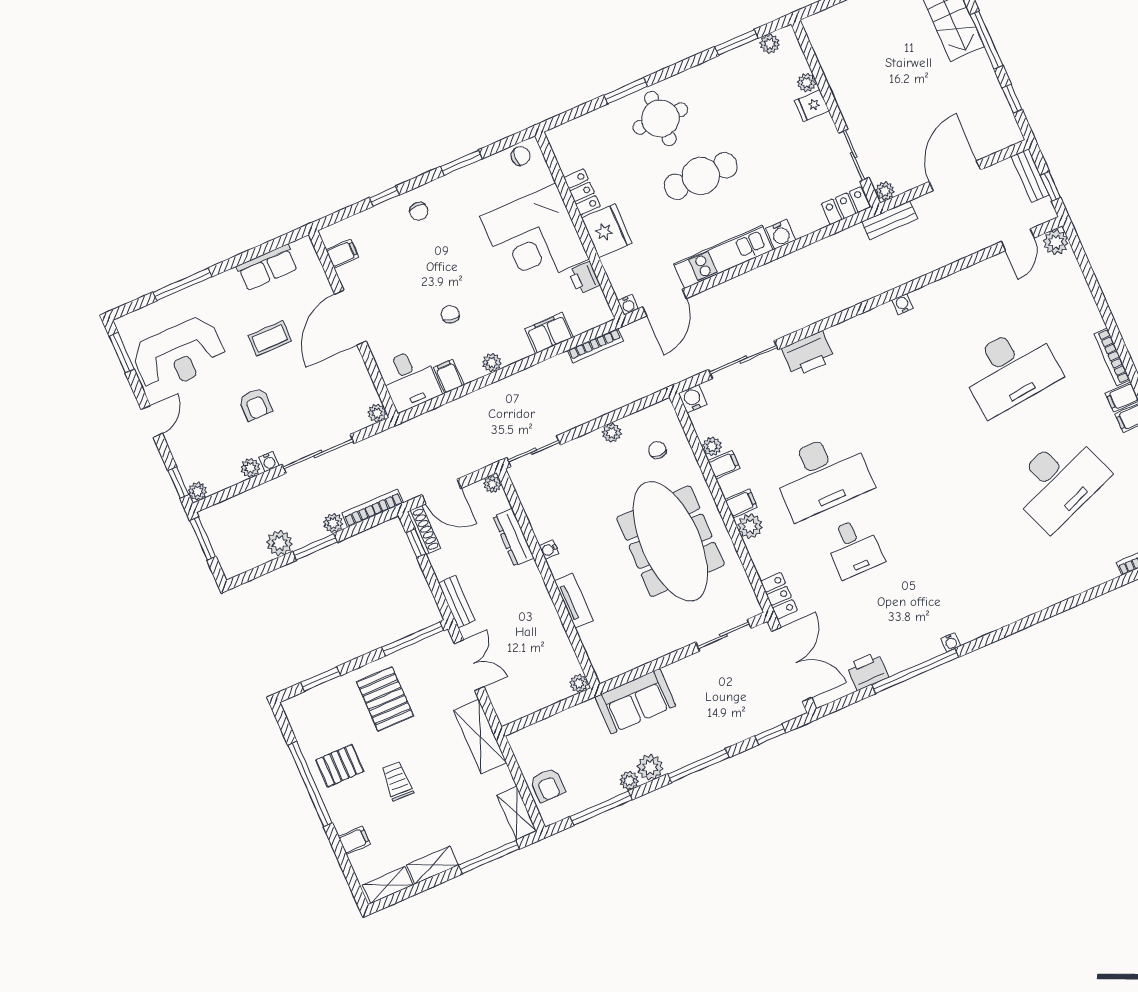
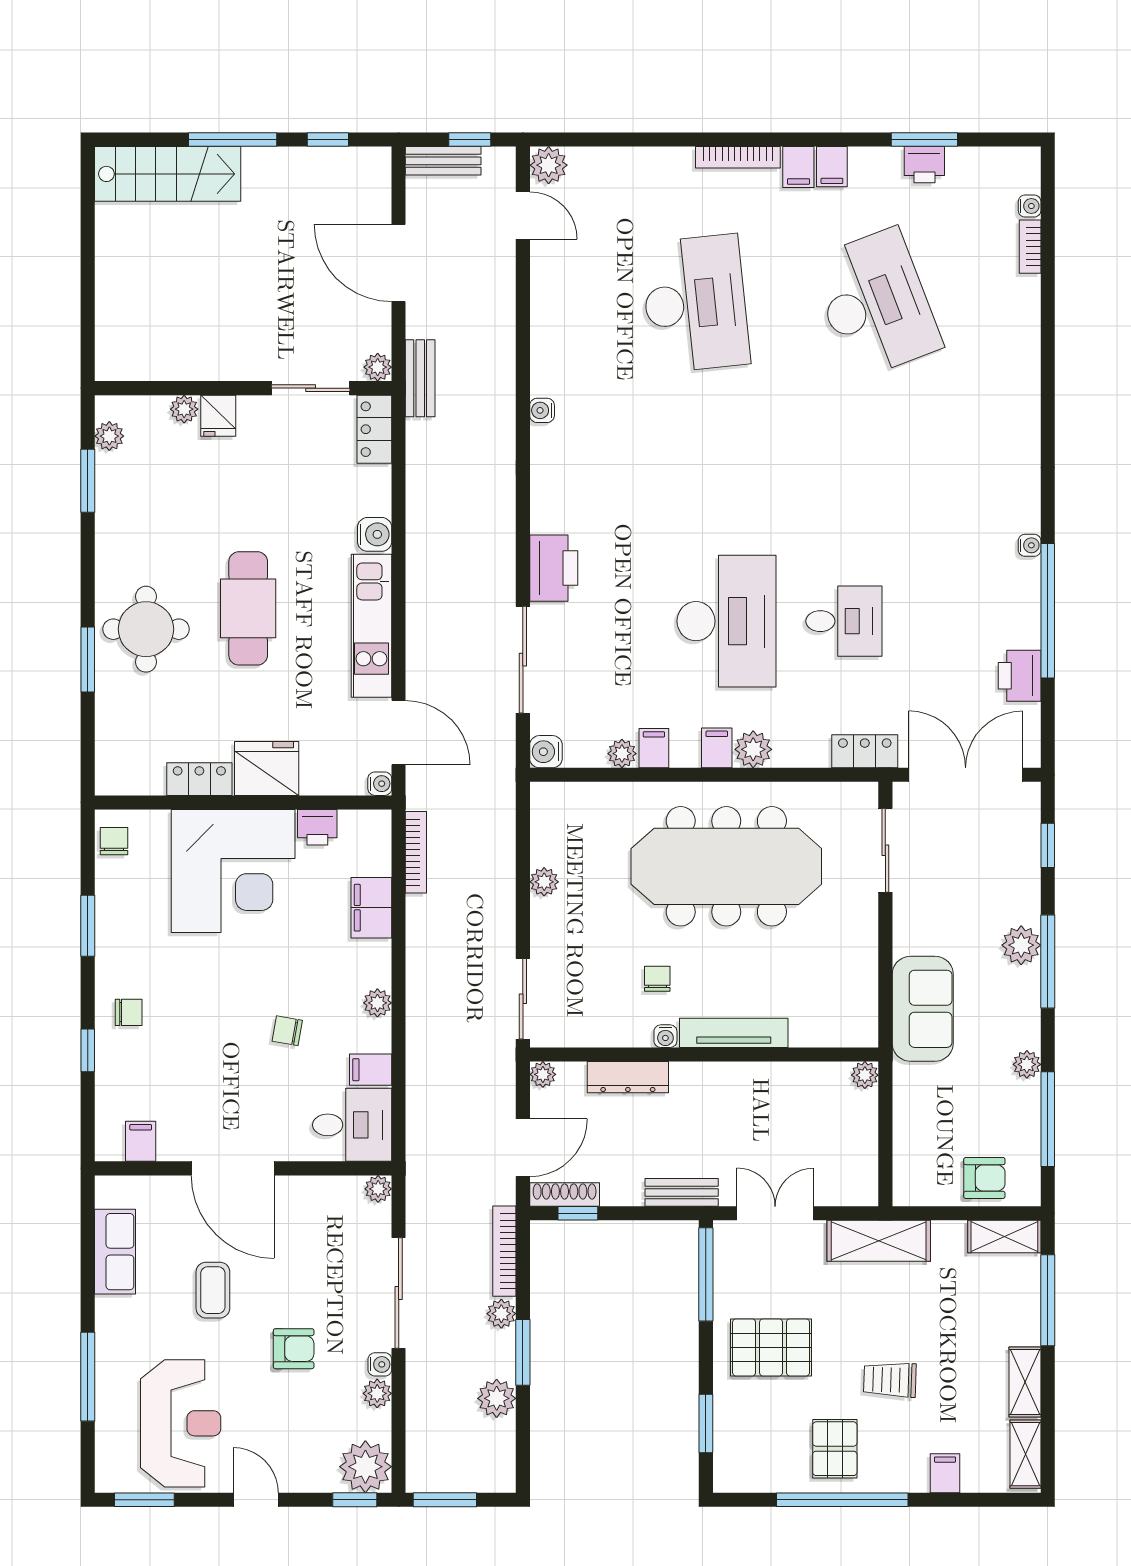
chair: (657, 450) -> (657, 979), moved, turned 90
plant: (198, 491) -> (365, 1467), width x1.87, depth x1.87
tv unit: (574, 601) -> (734, 1033), width x1.41
plant: (650, 767) -> (1021, 945), moved

